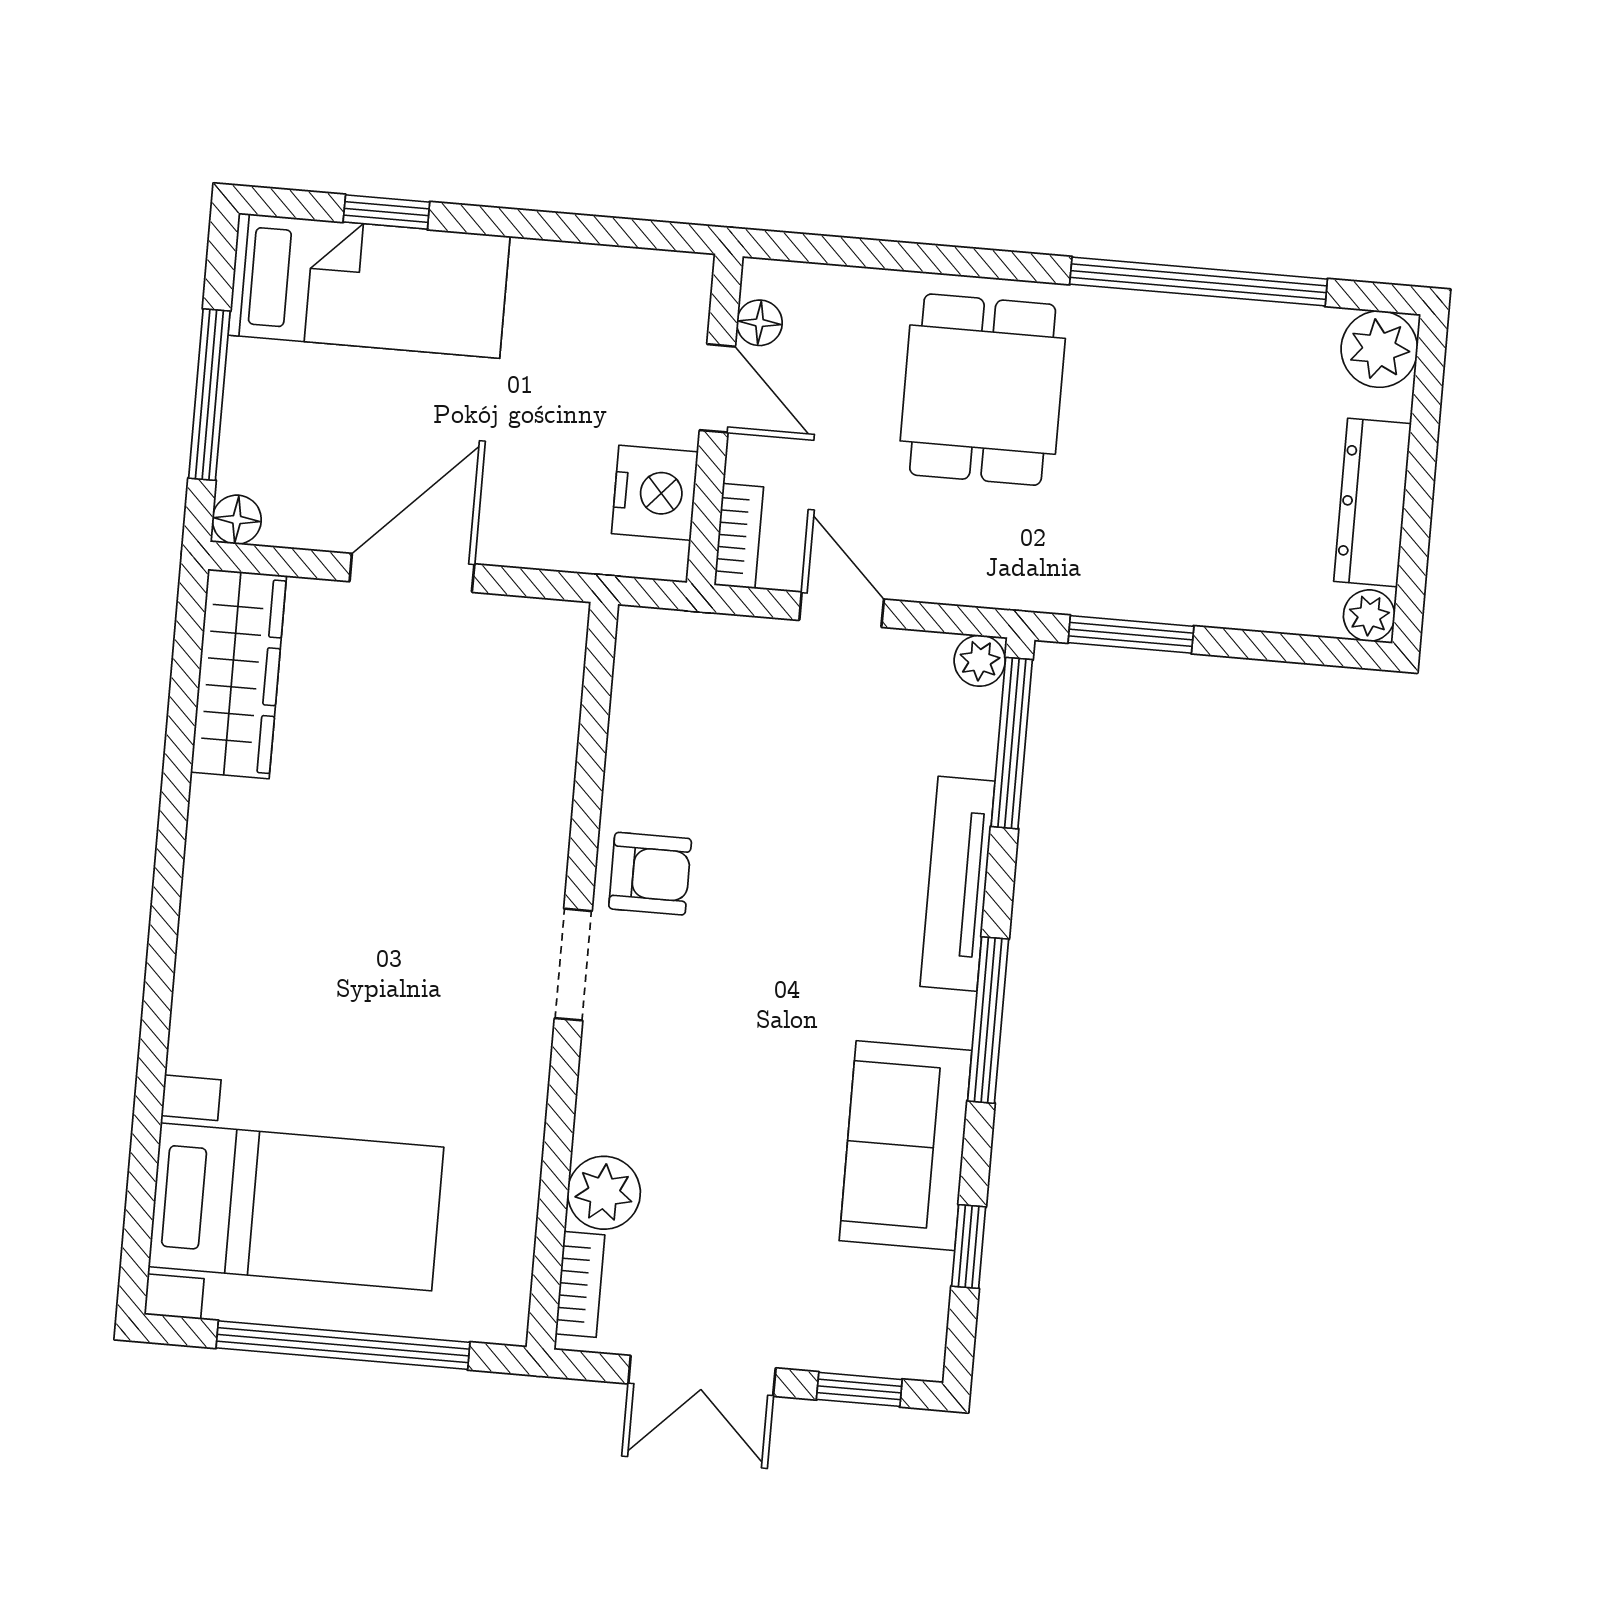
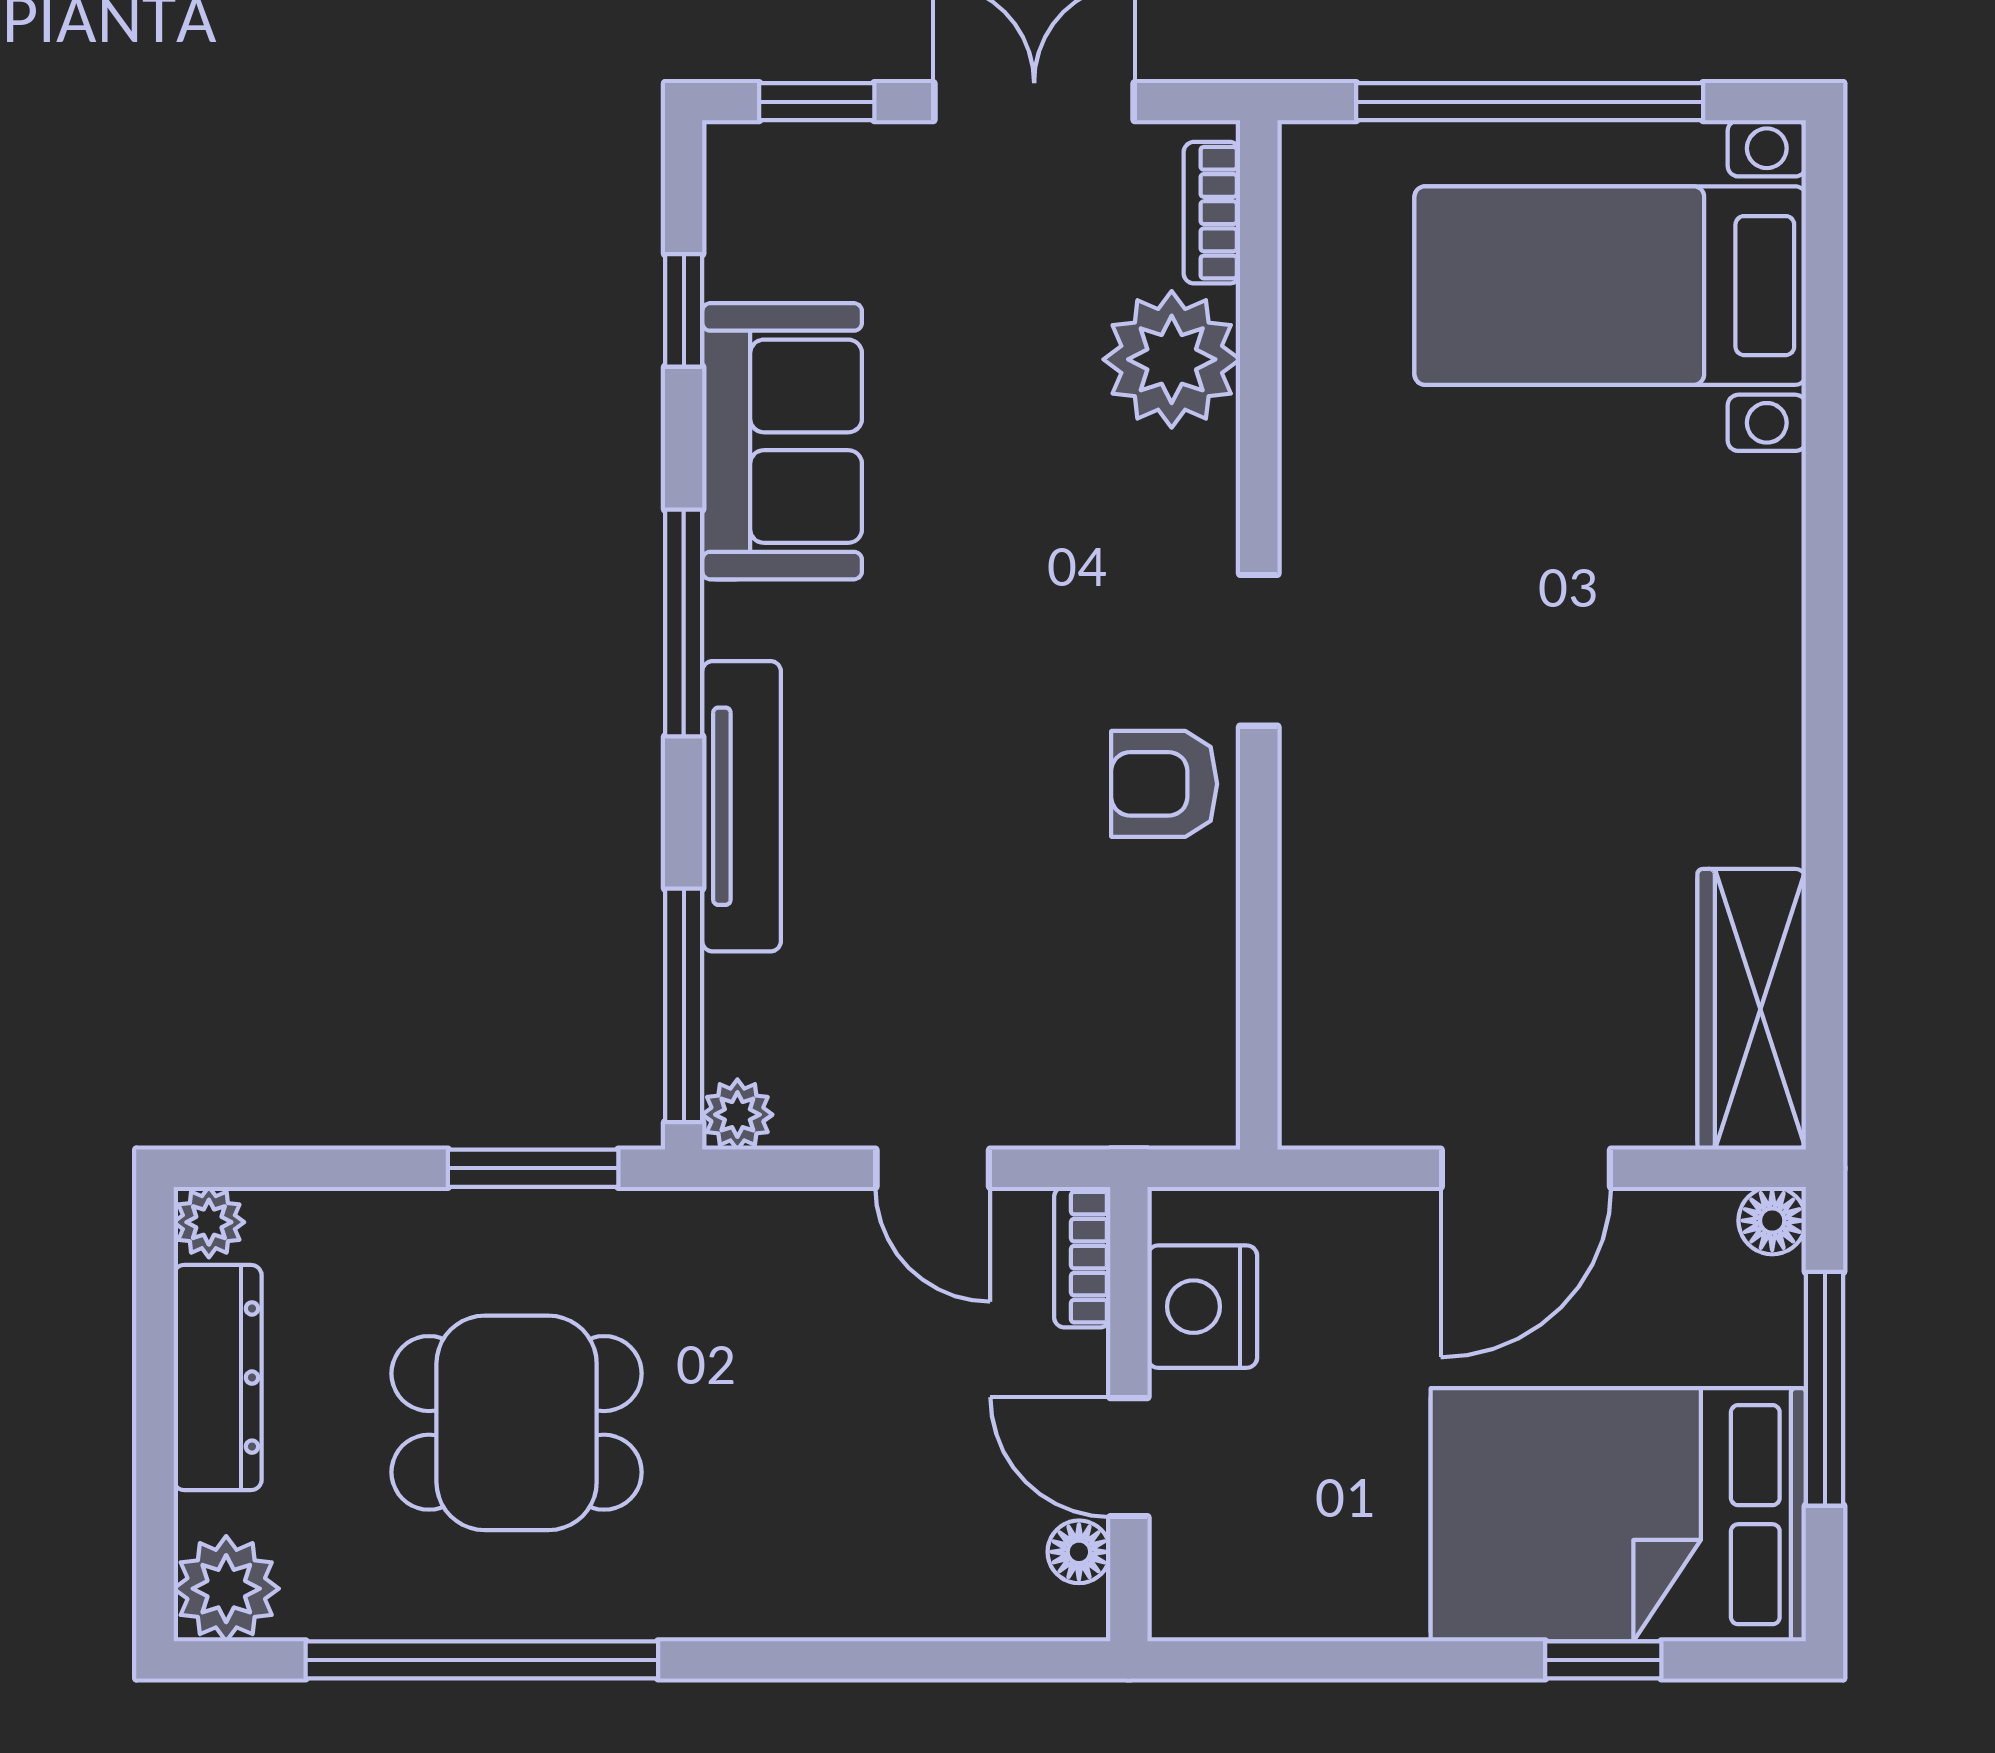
bed: (369, 286) -> (1618, 1515), width x1.50
dining table: (983, 390) -> (517, 1423), moved, turned 90
plant: (604, 1193) -> (1172, 359), width x1.36, depth x1.36

